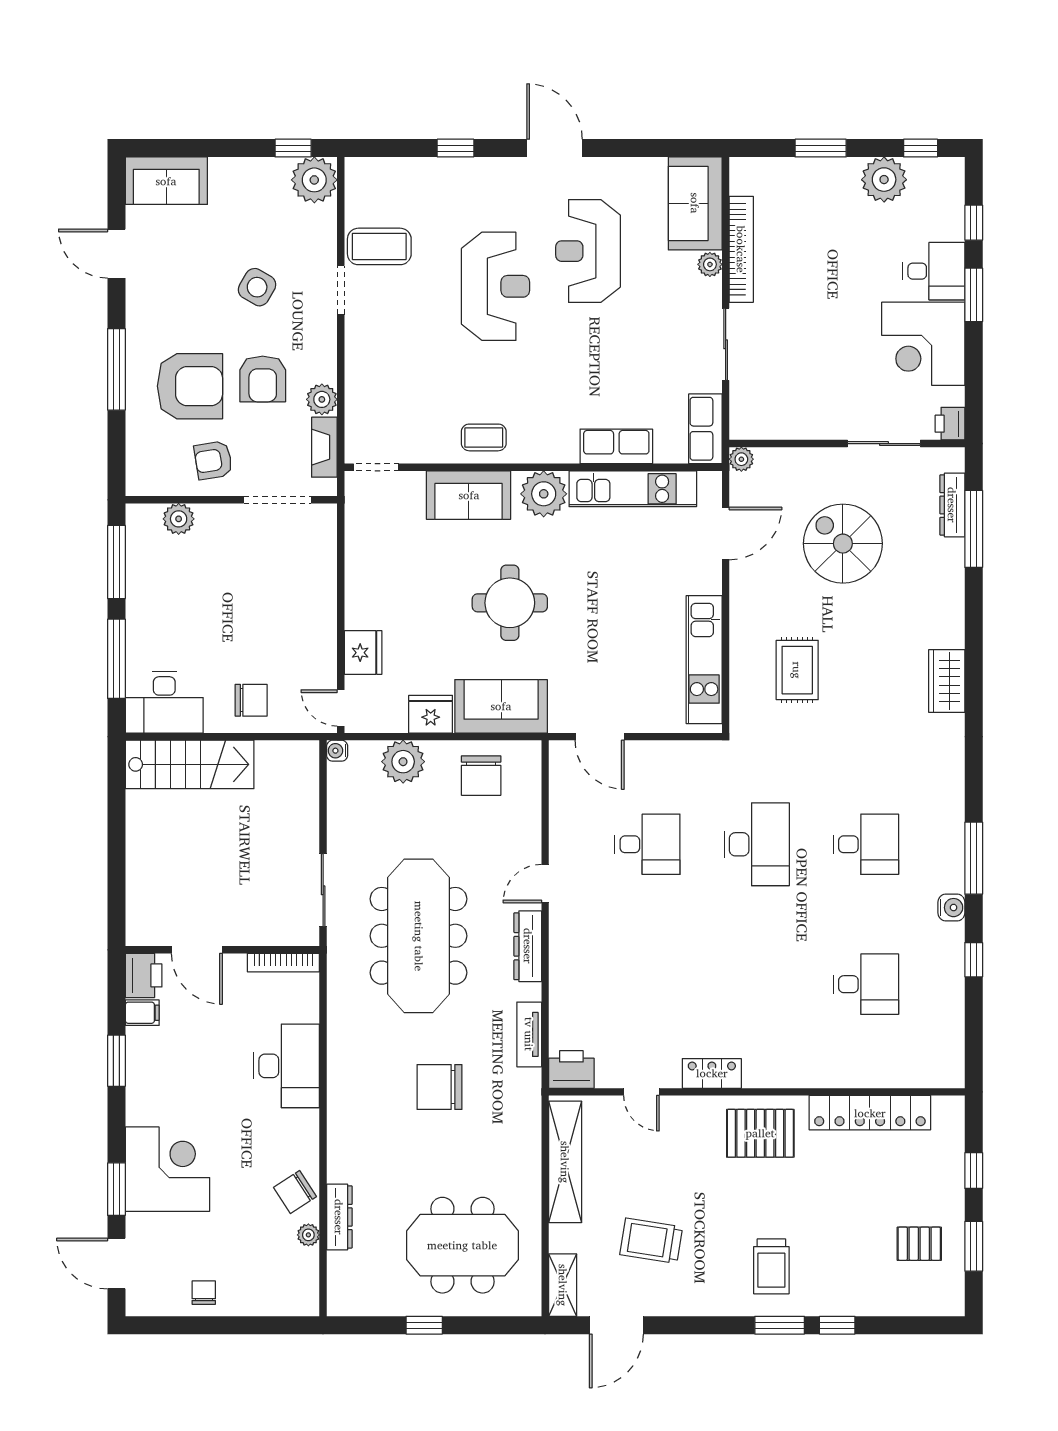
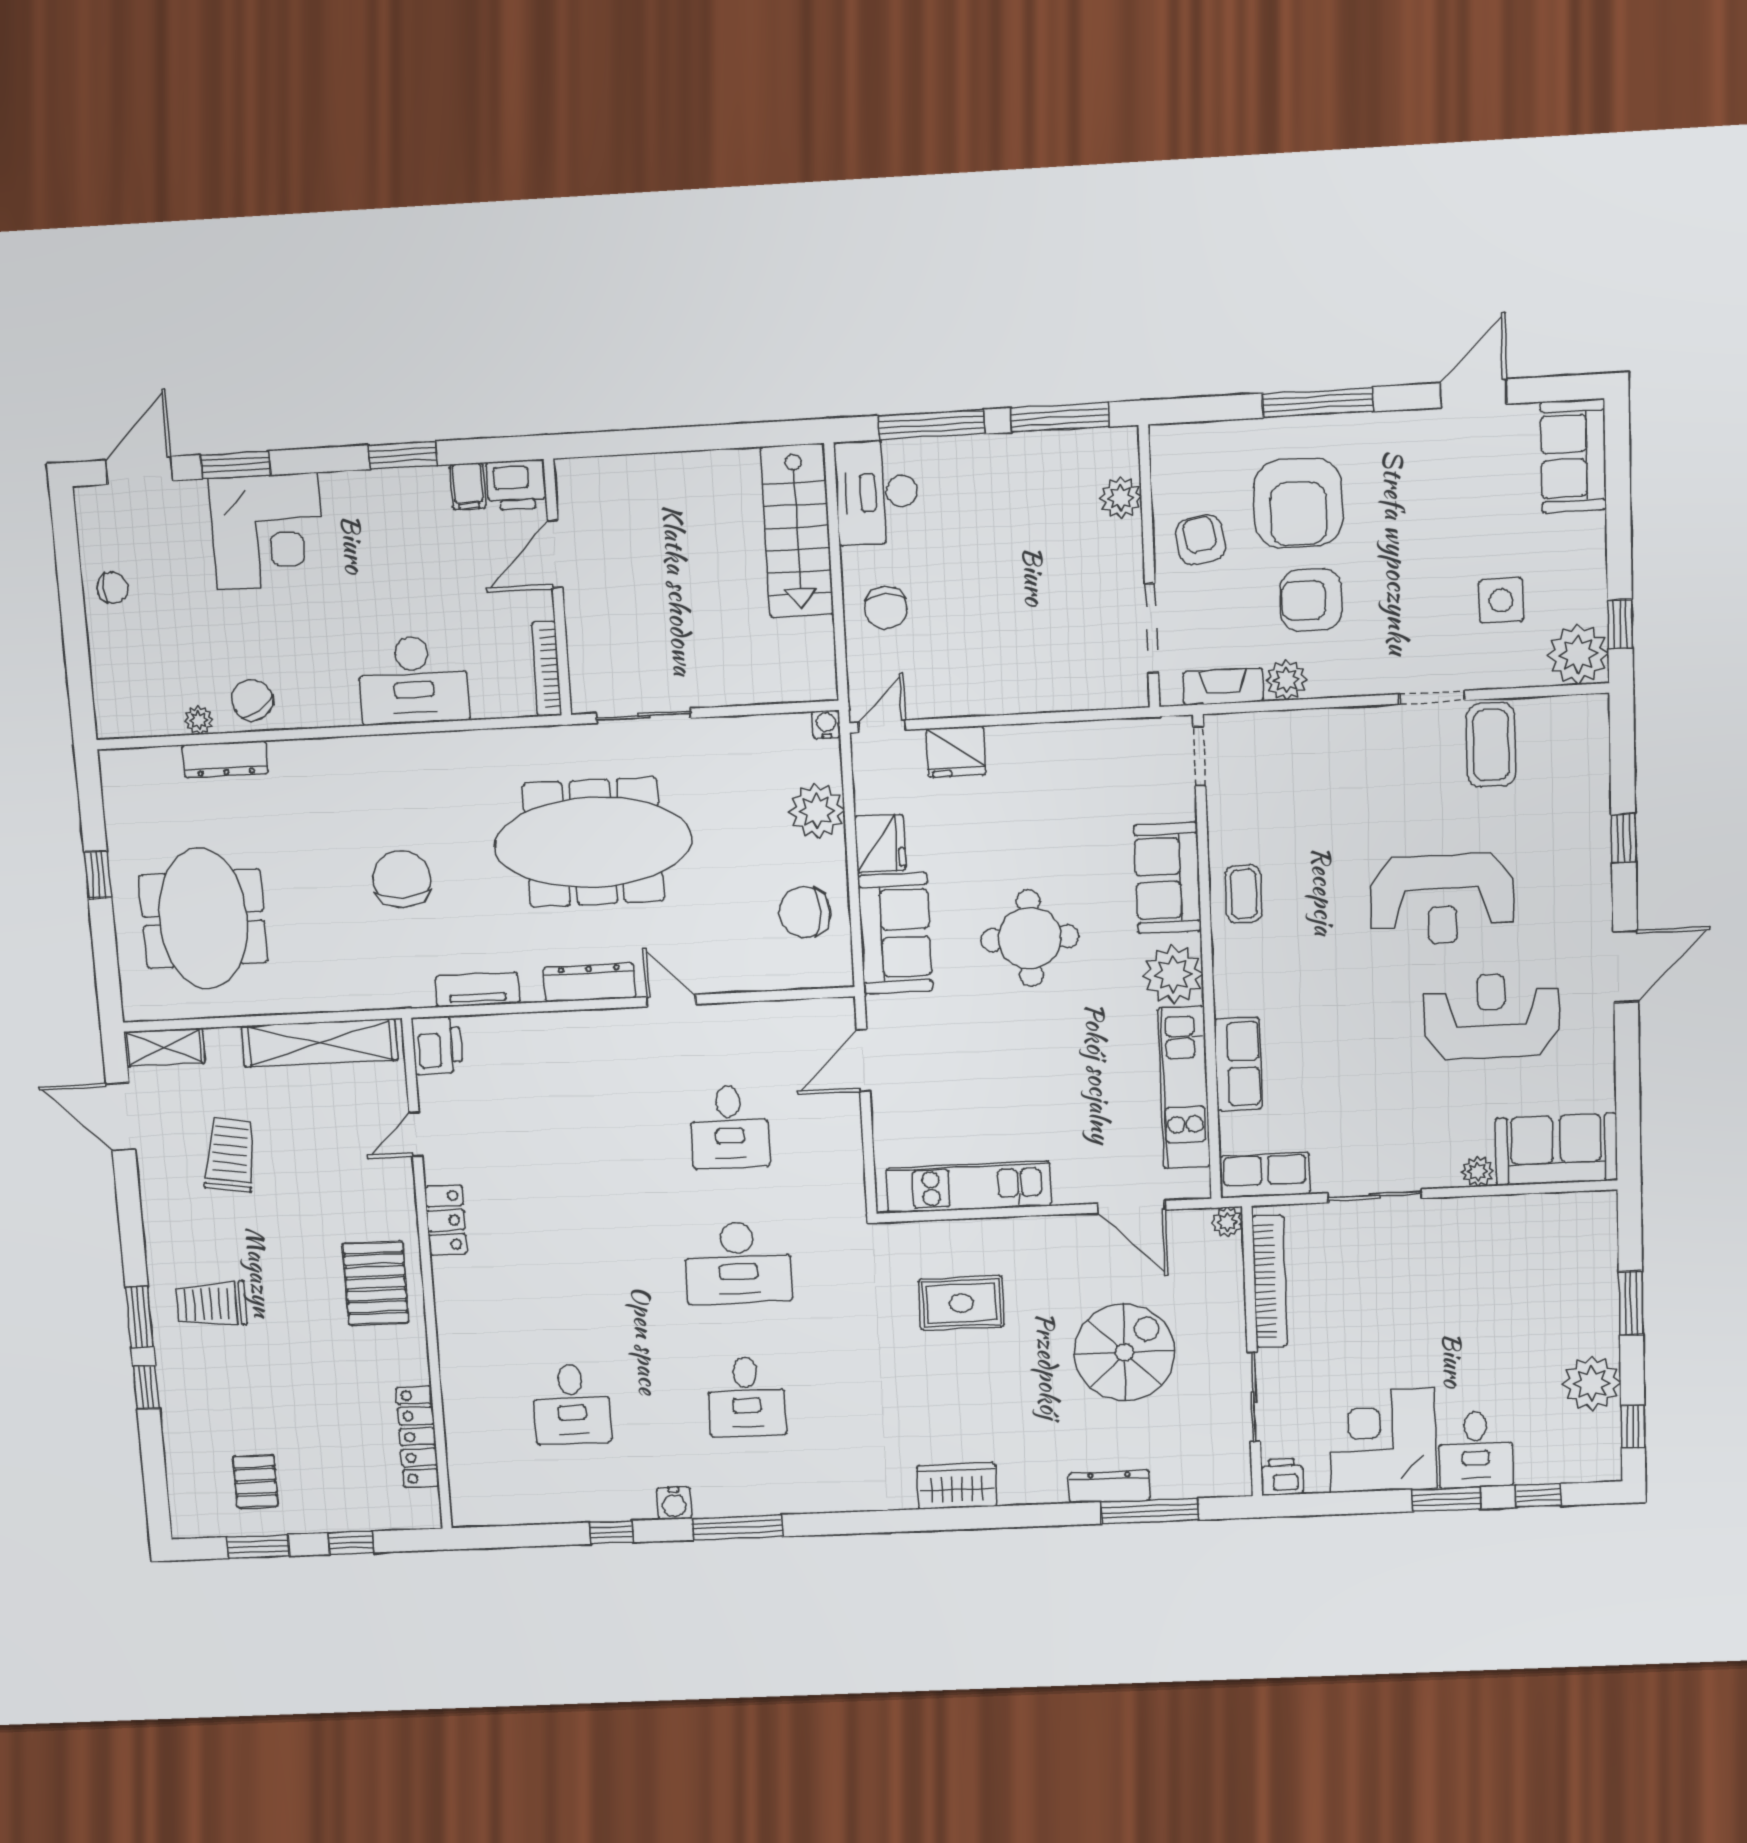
bookcase: (741, 249) -> (1270, 1281), moved, turned -90
side table: (257, 287) -> (1501, 601), moved, turned -30
dresser: (952, 505) -> (1109, 1487), moved
locker: (870, 1113) -> (418, 1437), width x0.71, depth x0.83

